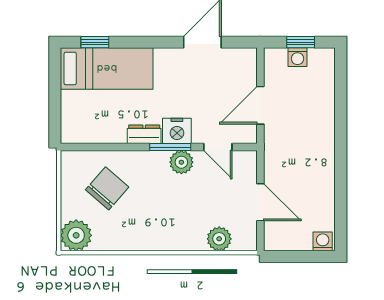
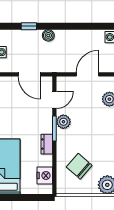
window: (341, 104) -> (29, 26), added
nightstand: (177, 131) -> (45, 176), moved
boiler: (325, 137) -> (48, 35), added

